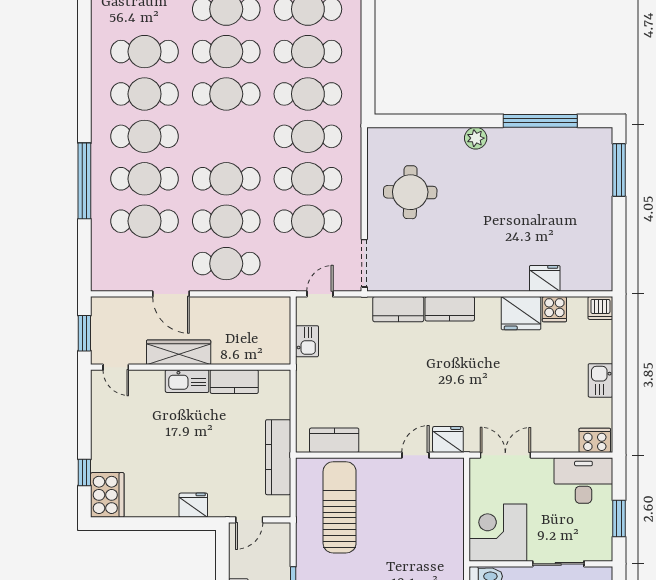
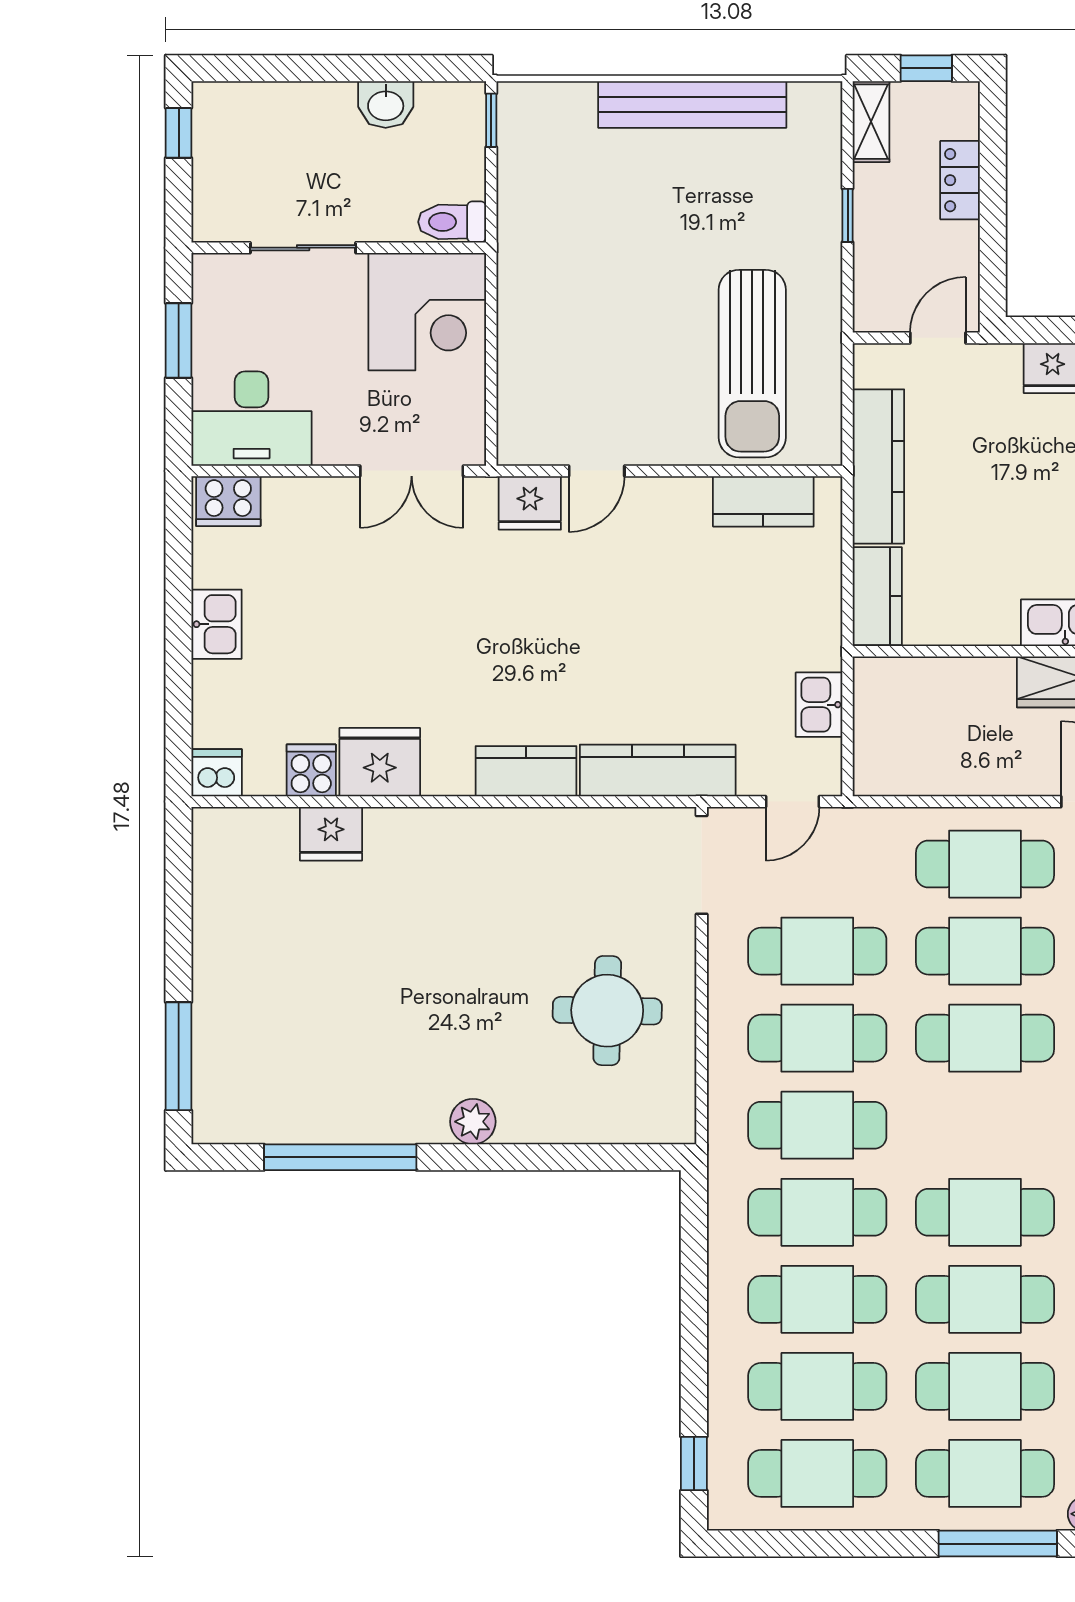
kitchen counter: (398, 309) -> (658, 770), width x1.50
kitchen counter: (234, 382) -> (877, 596), moved, turned 90

